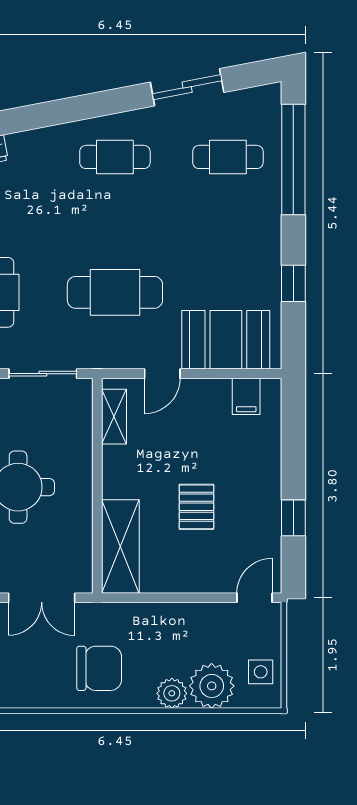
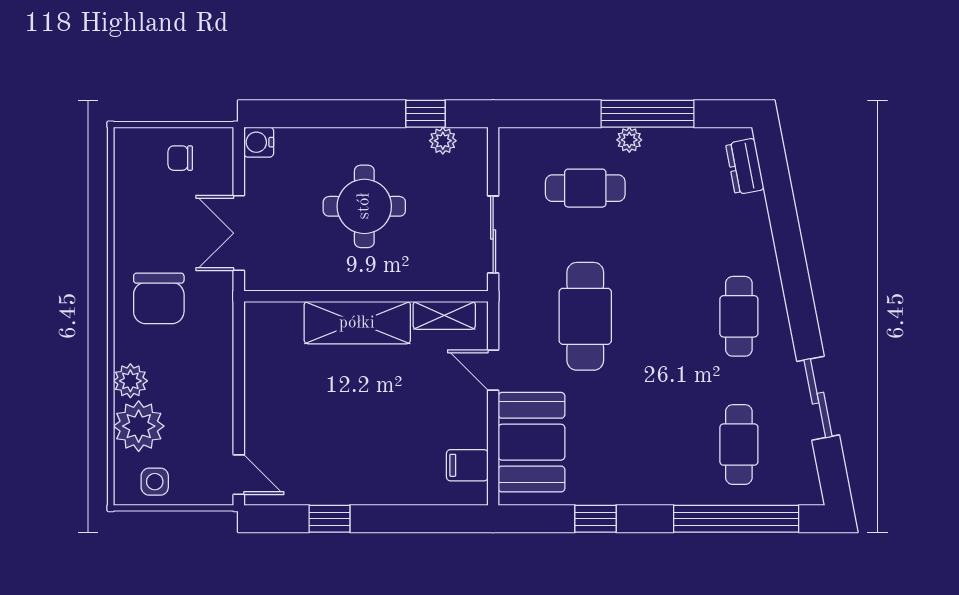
pallet: (197, 507) -> (342, 409), removed
shelving: (120, 547) -> (357, 323), moved

